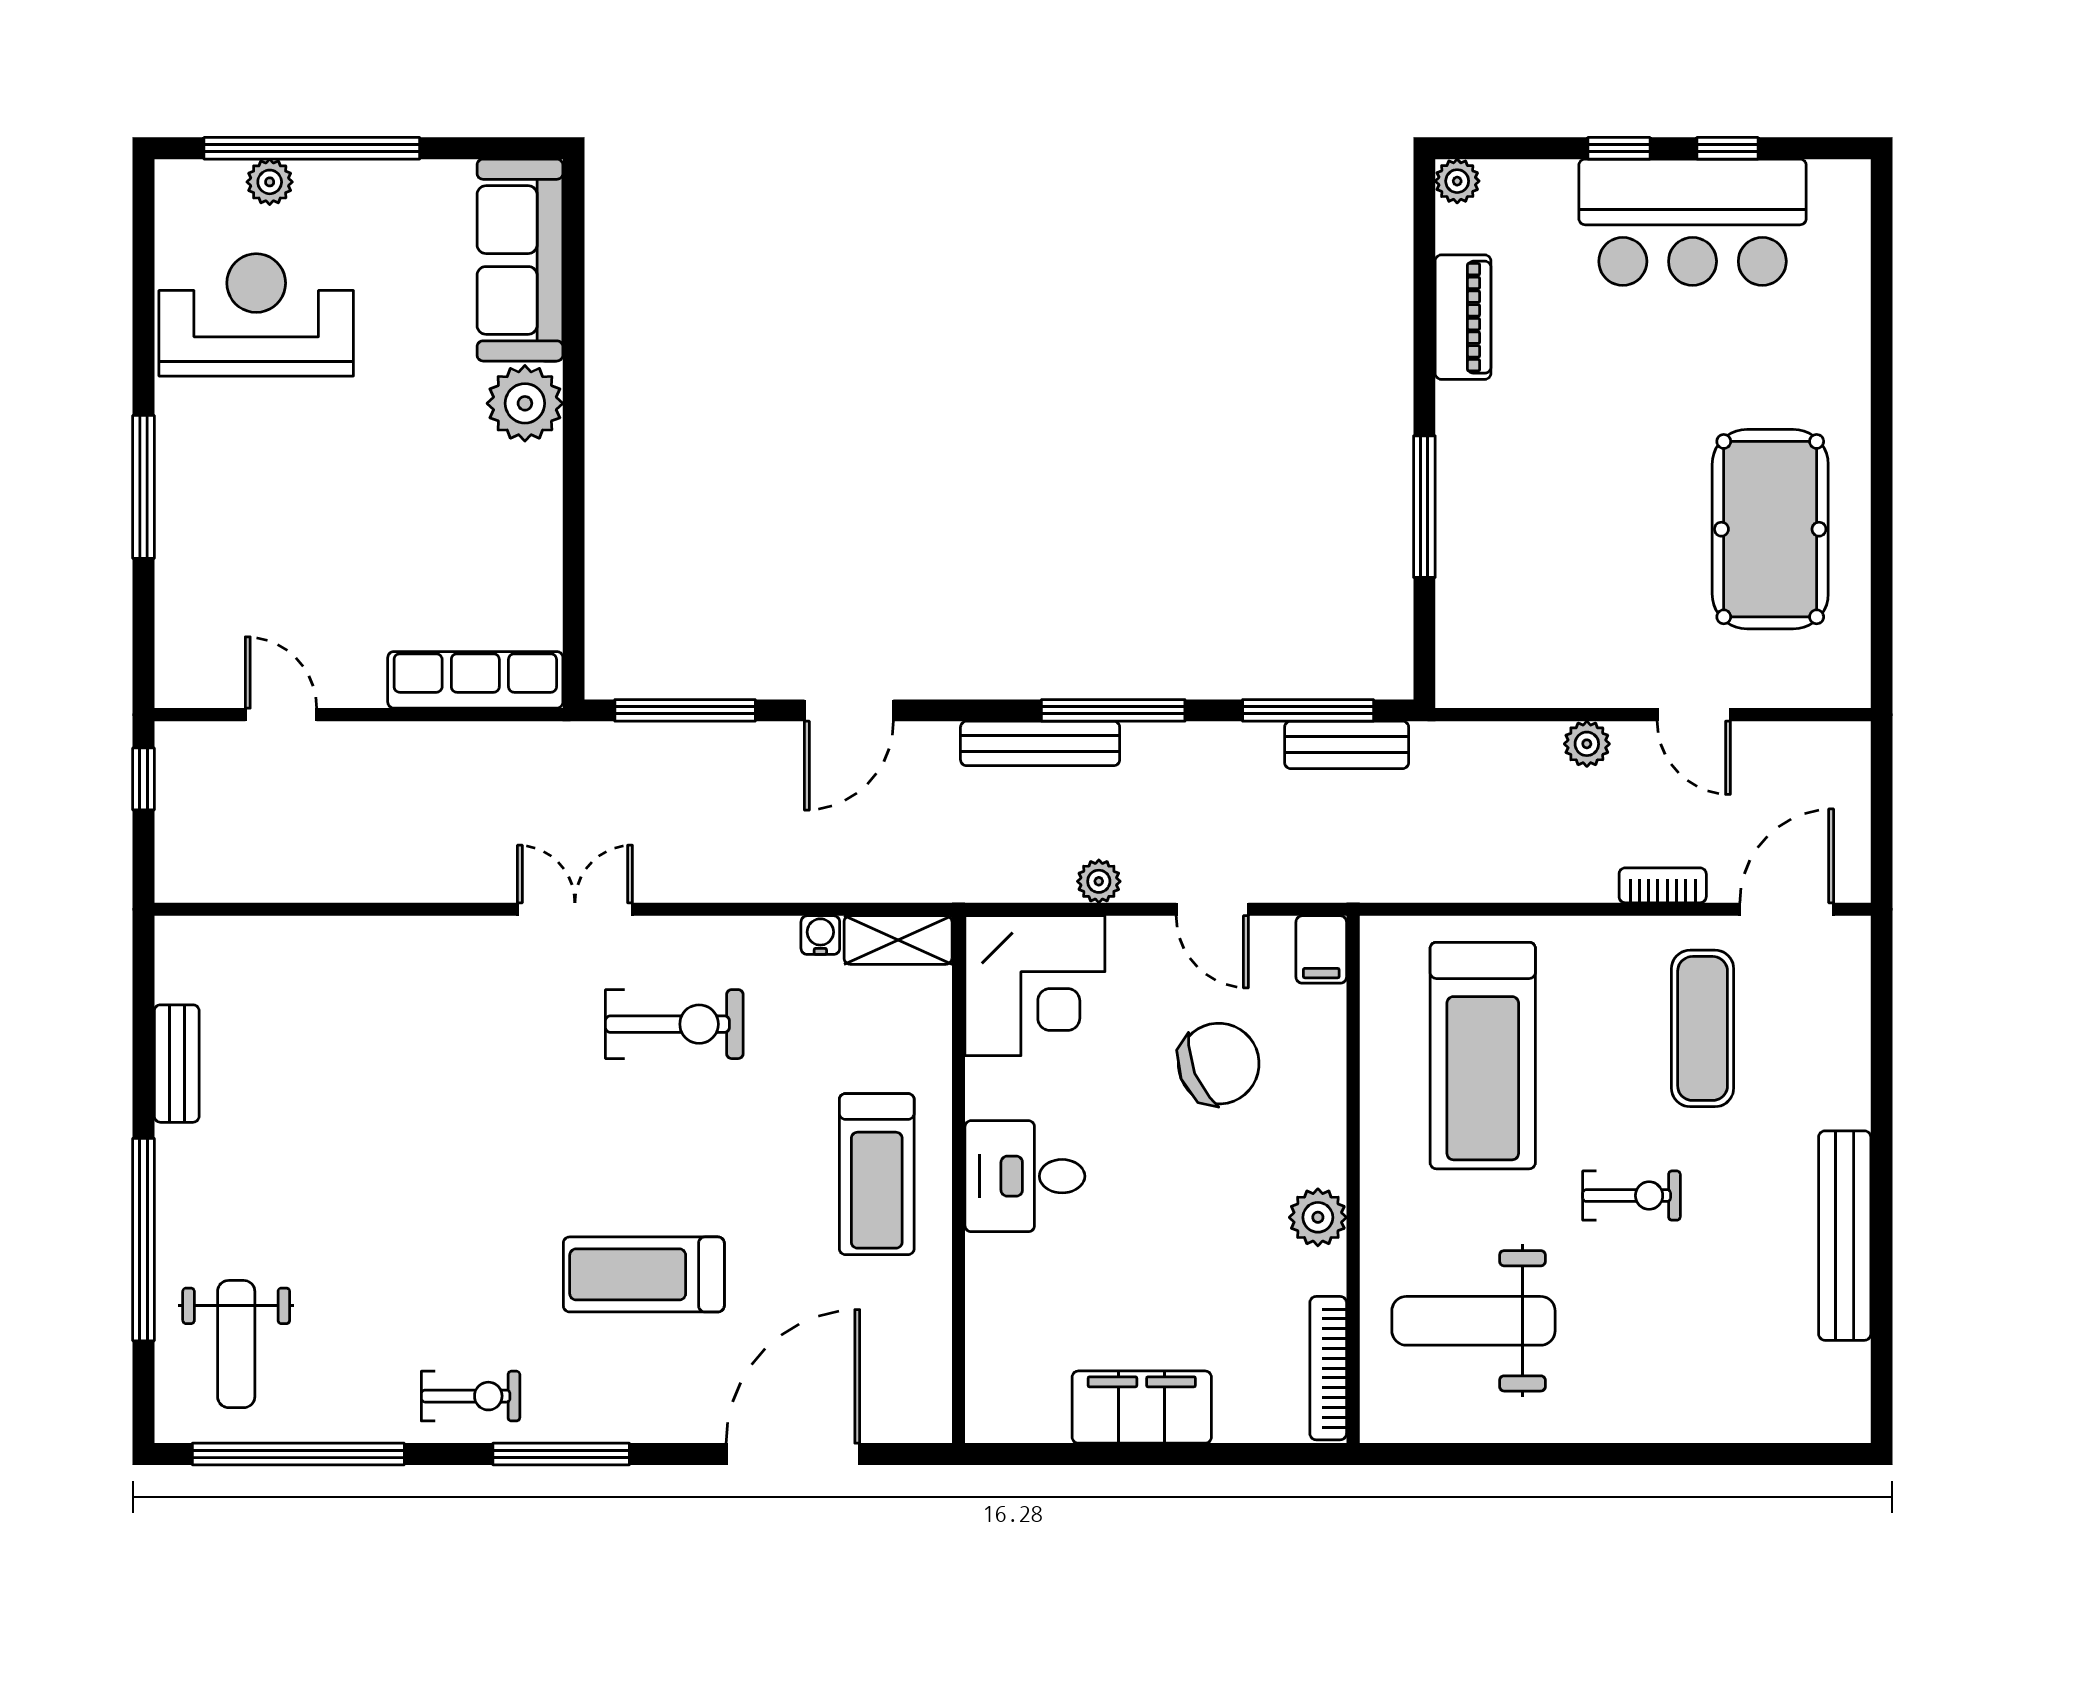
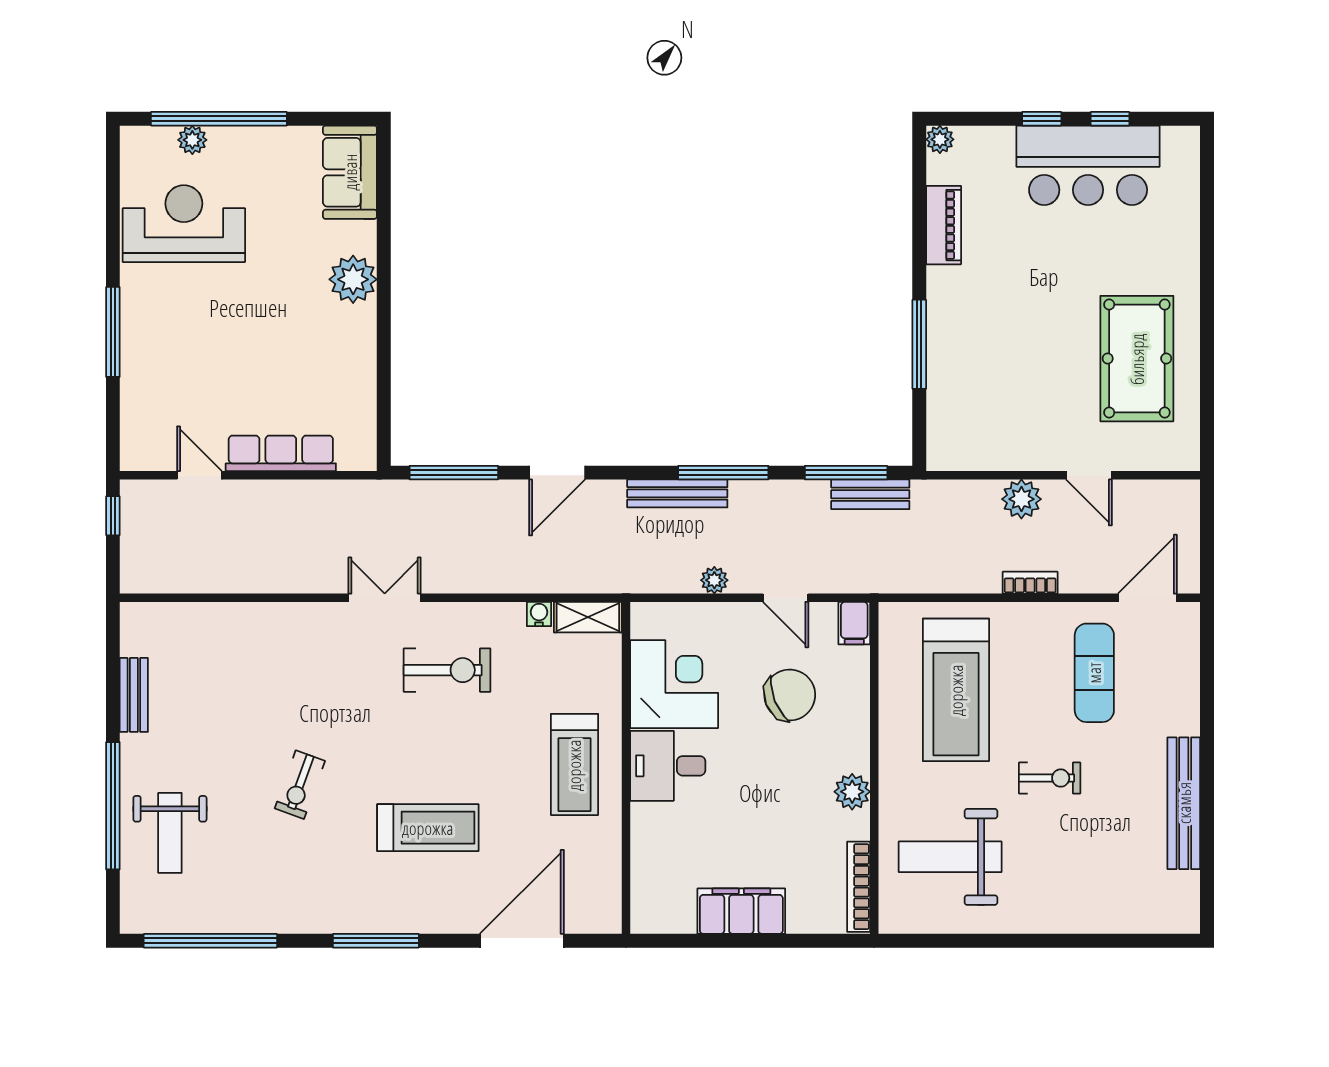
sofa: (520, 260) -> (350, 172), width x0.73
row of seats: (475, 680) -> (281, 453), moved
plant: (1587, 744) -> (1021, 499), width x1.38, depth x1.38
bookcase: (1663, 885) -> (1030, 583), moved
corner desk: (1035, 986) -> (674, 684), moved, turned -90
treadmill: (644, 1274) -> (428, 828), turned 180
weight bench: (236, 1344) -> (170, 833), moved
exercise bike: (471, 1396) -> (300, 785), moved, turned 110

